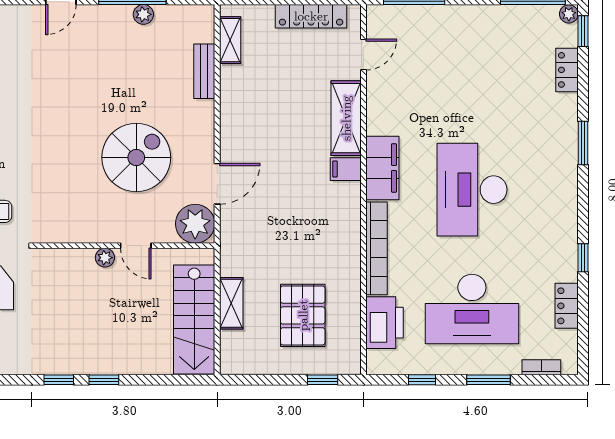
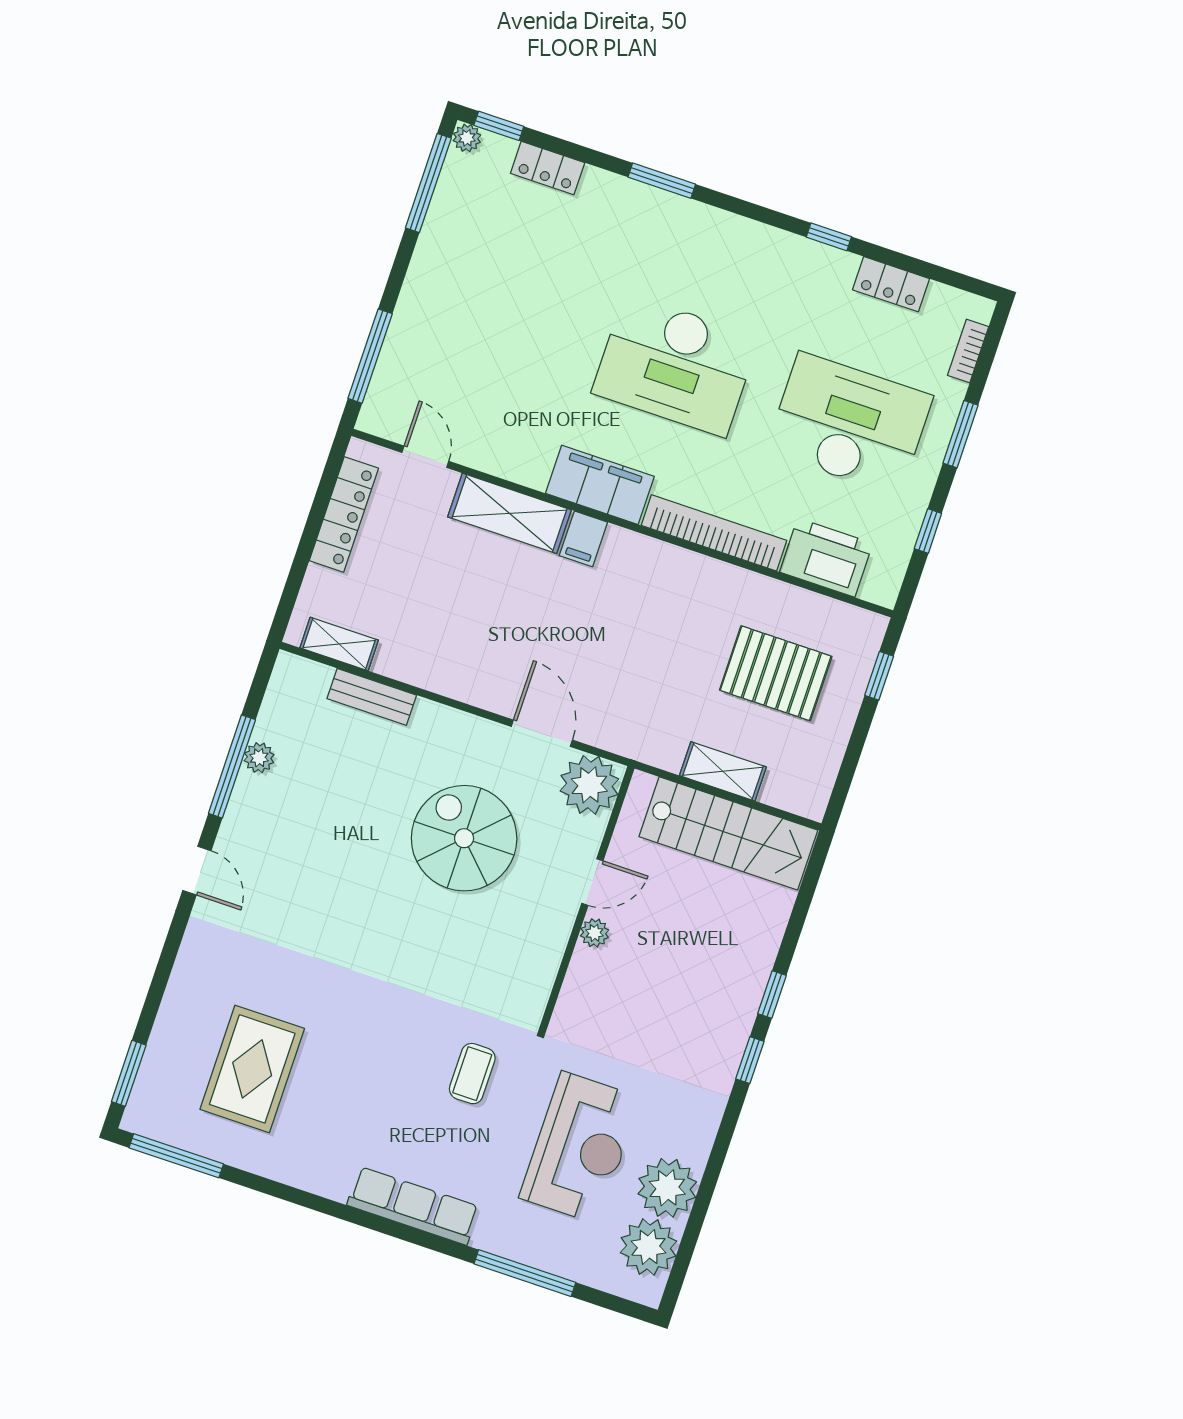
desk: (472, 309) -> (849, 424), turned -90

